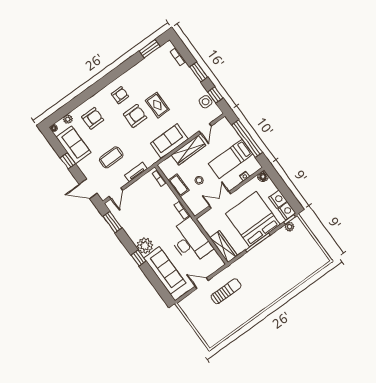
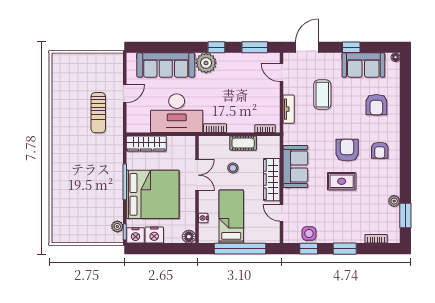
armchair: (135, 116) -> (347, 150), turned 180
plant: (68, 119) -> (394, 201), moved
window: (138, 258) -> (216, 47), moved

